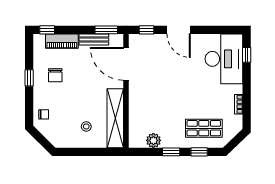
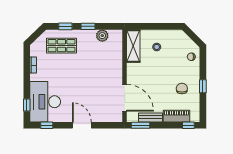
window: (147, 30) -> (47, 125), moved
shelving: (115, 118) -> (133, 46), width x0.68

